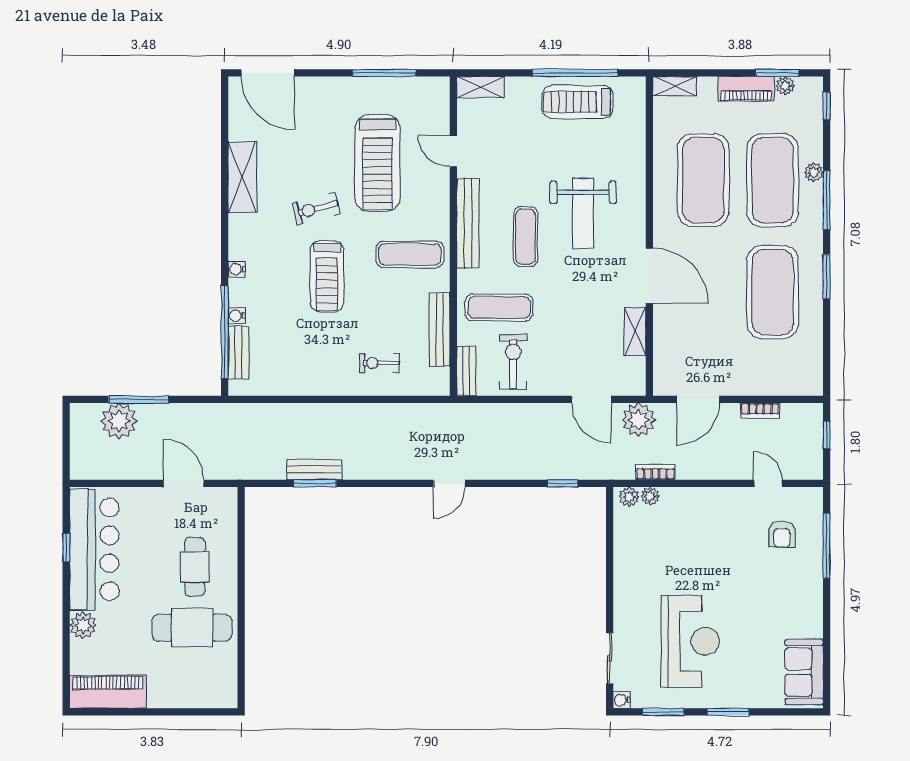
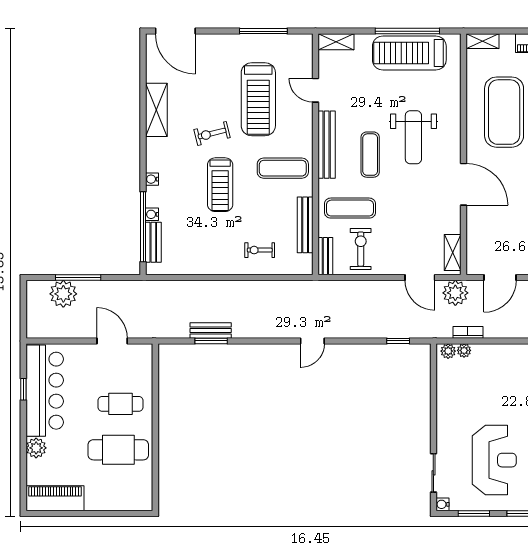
treadmill: (578, 102) -> (409, 53), width x1.37, depth x1.38
shelving: (635, 332) -> (453, 253), moved
cafe table: (195, 567) -> (120, 404), turned 90

